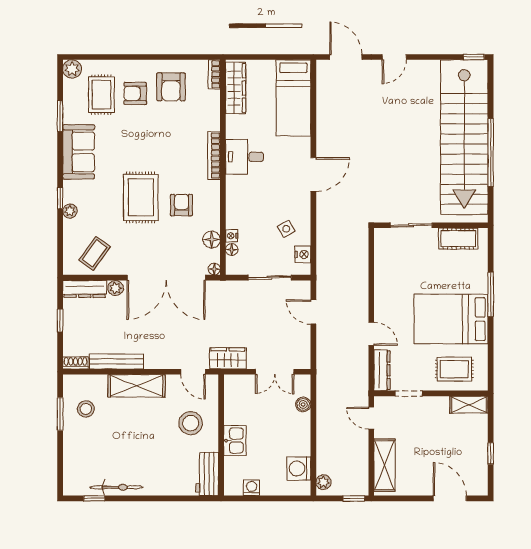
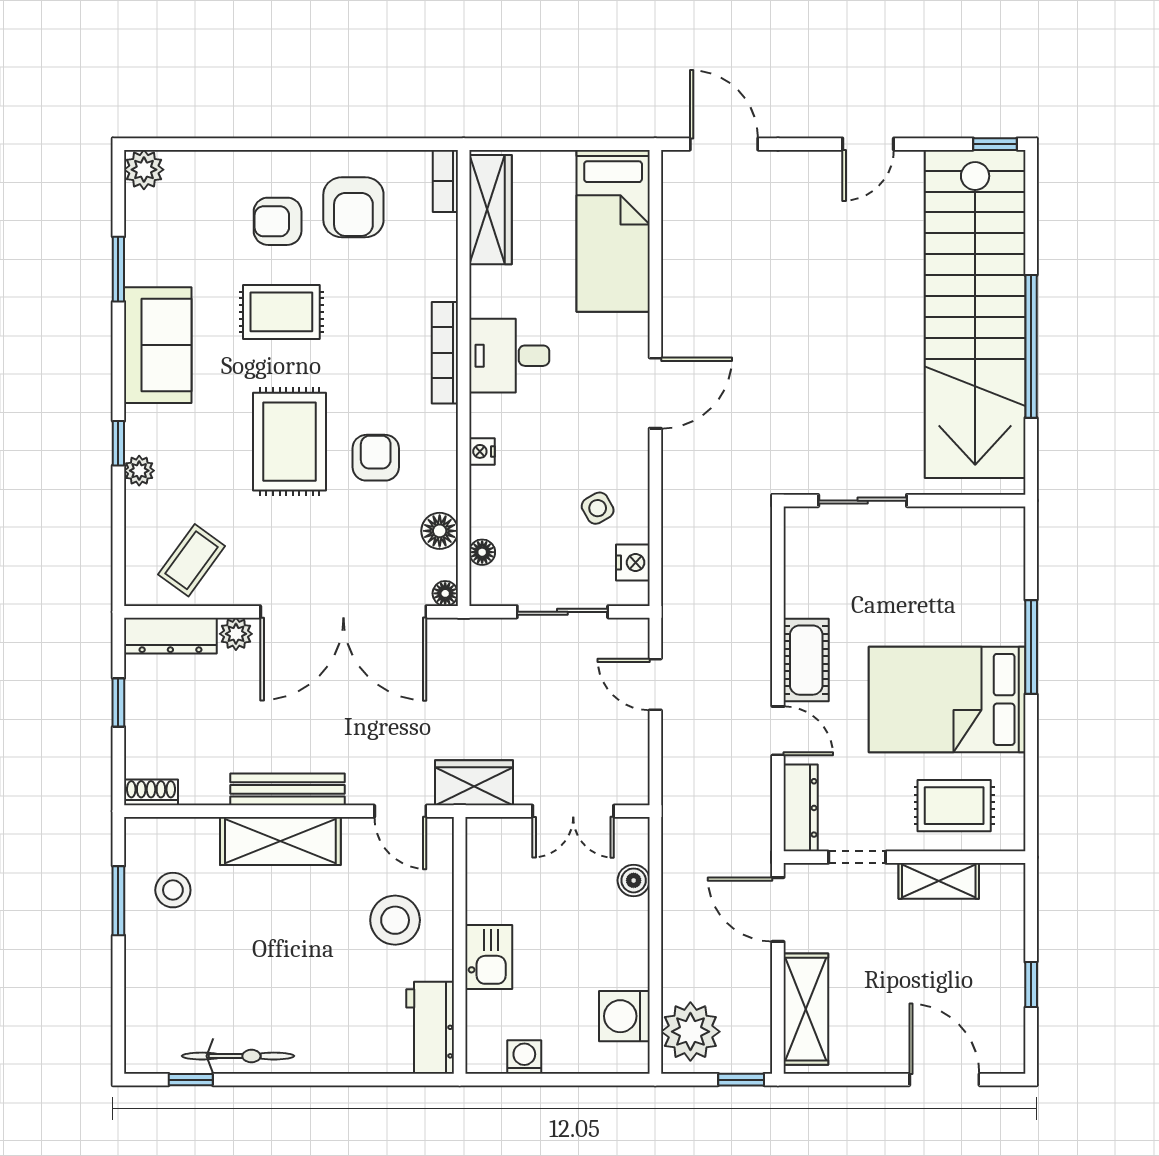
door: (394, 57) -> (868, 144), moved
rug: (101, 95) -> (281, 312), moved, turned 90
nightstand: (232, 236) -> (482, 451), moved
cot: (458, 239) -> (806, 660), moved, turned 90
bench: (117, 361) -> (287, 789), moved
shelving: (469, 405) -> (939, 881), moved
door: (371, 418) -> (778, 909), width x1.38
plant: (323, 482) -> (690, 1032), width x1.88, depth x1.88

